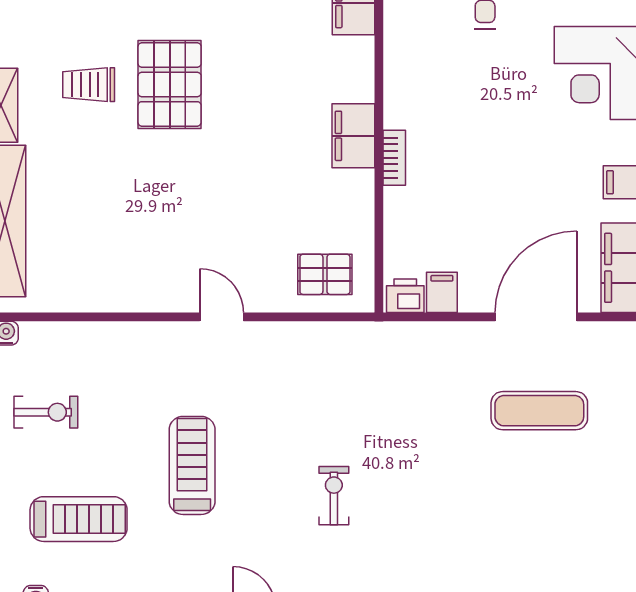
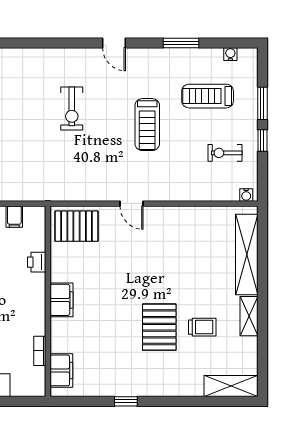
bookcase: (394, 158) -> (40, 351), moved
pallet: (325, 274) -> (77, 226), width x1.50, depth x1.42
printer: (405, 296) -> (37, 262), moved, turned 90
exercise bike: (334, 496) -> (72, 109), width x1.38, depth x1.39

